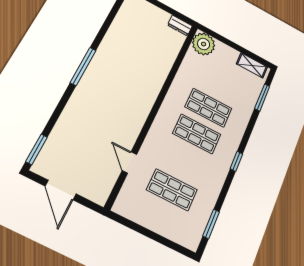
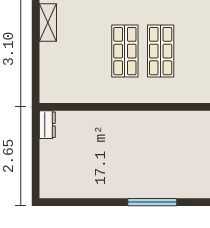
plant: (204, 44) -> (54, 89), removed

